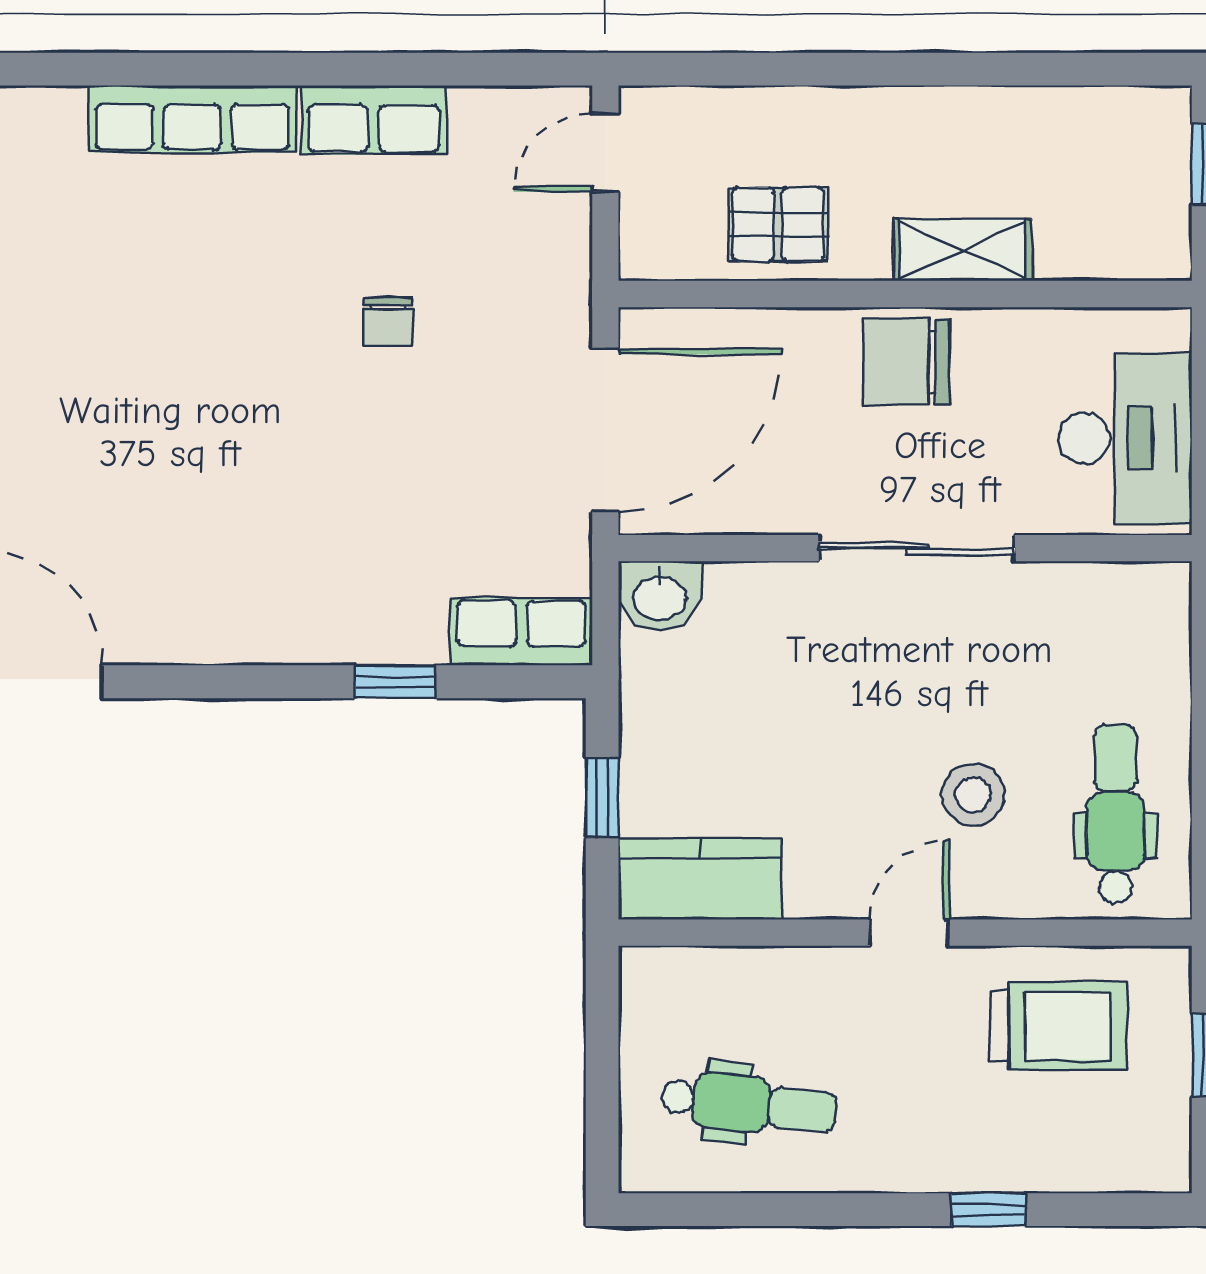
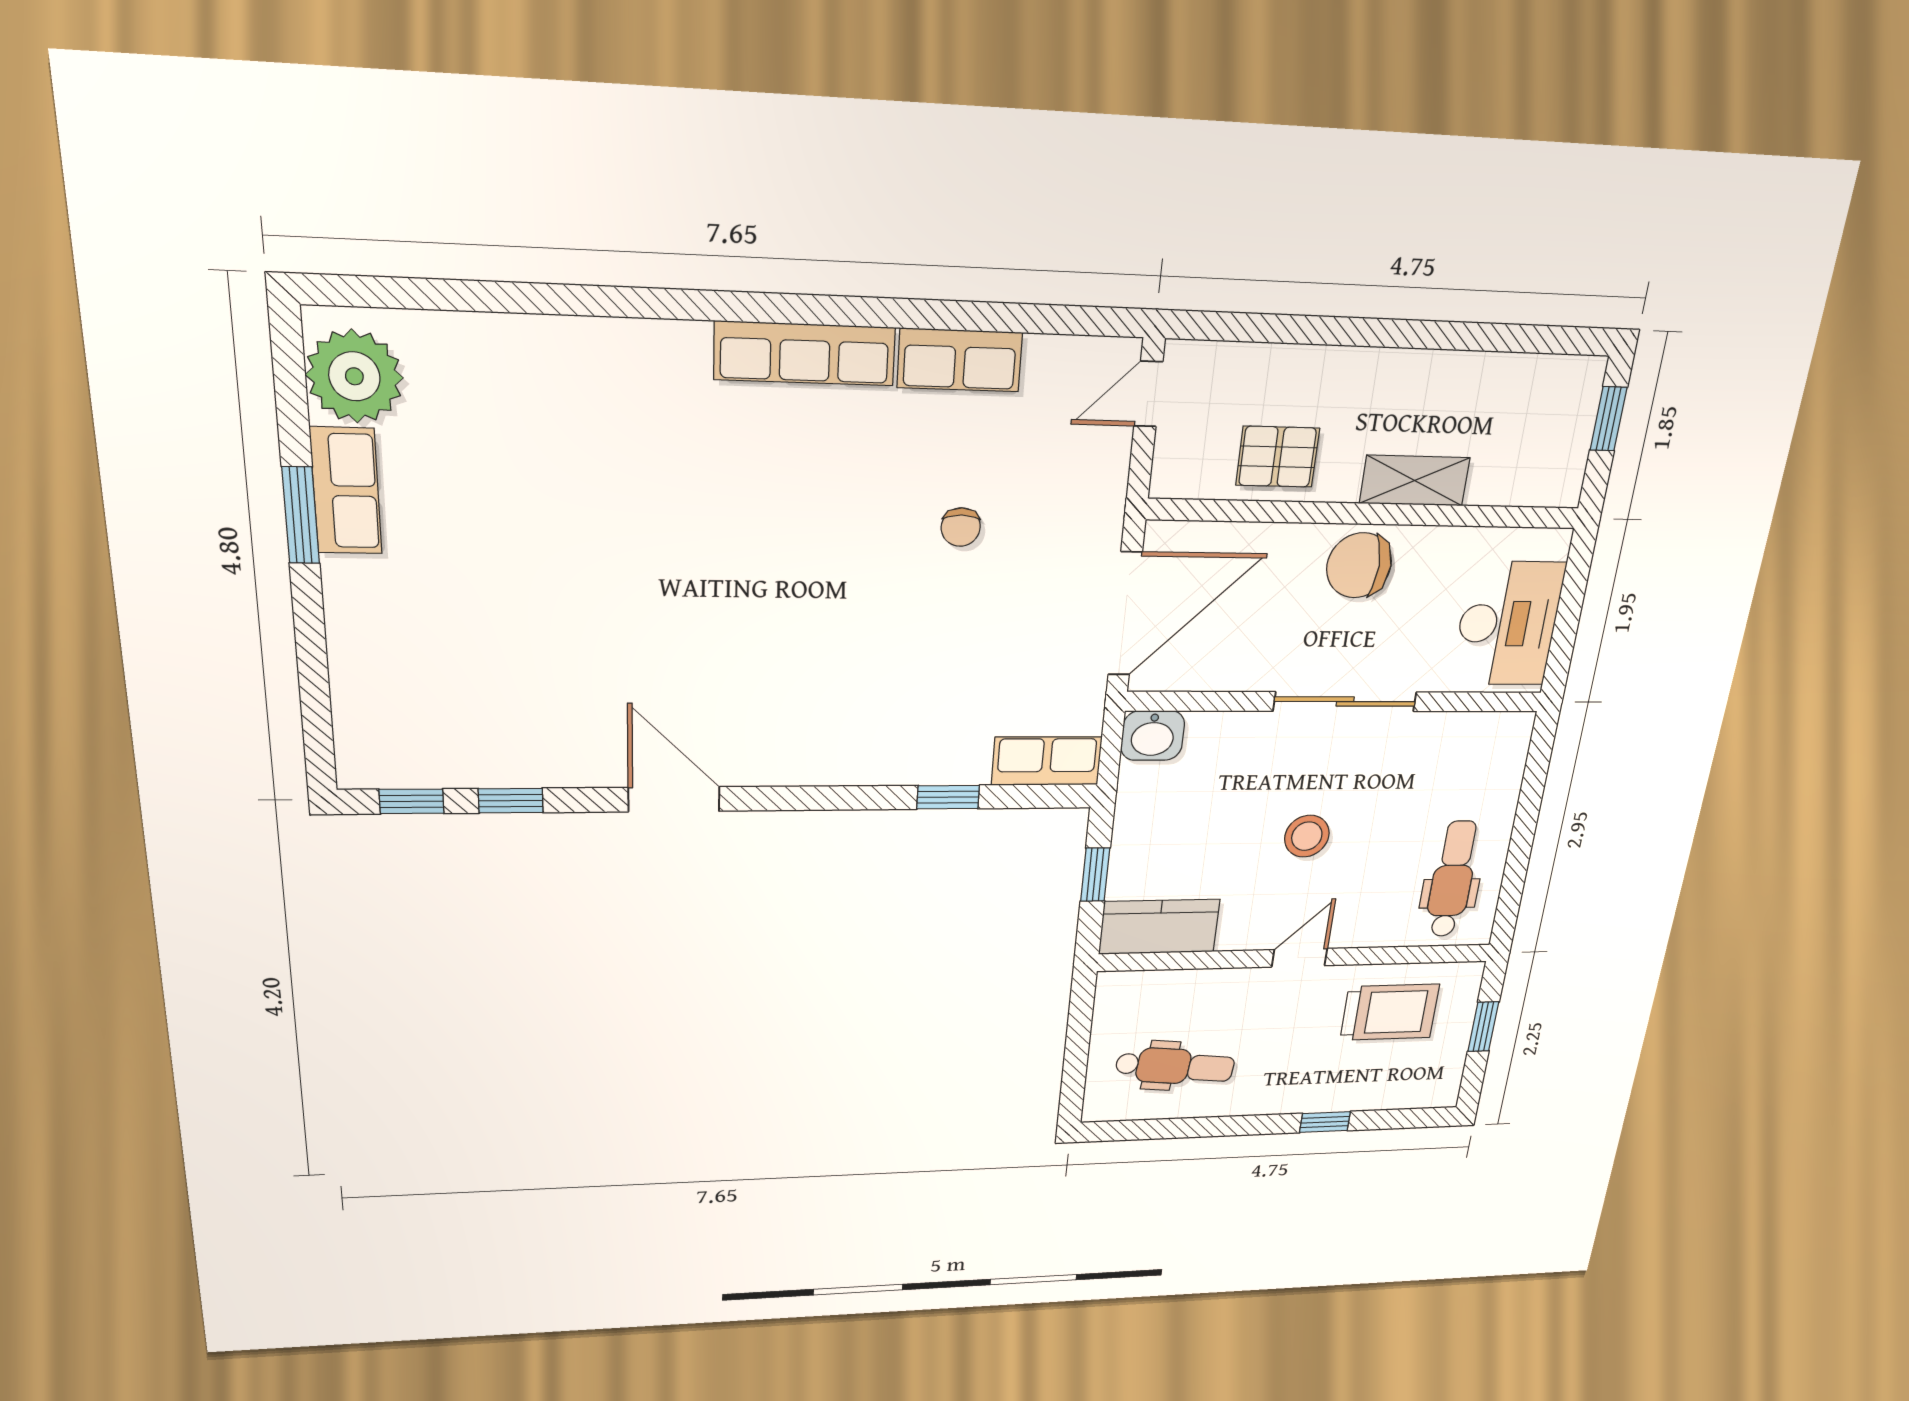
stool: (973, 795) -> (1307, 836), moved

